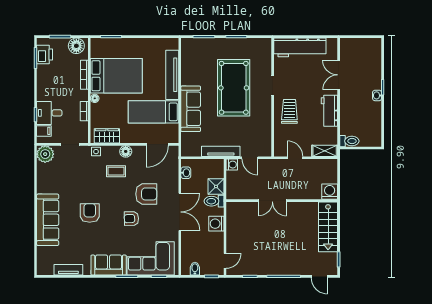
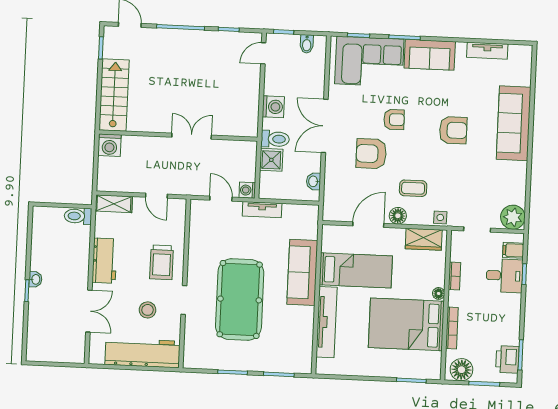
stool: (298, 78) -> (148, 310), added
door: (157, 144) -> (368, 225), moved
tv unit: (221, 151) -> (262, 210), width x0.71
armchair: (90, 213) -> (453, 130), turned -90

